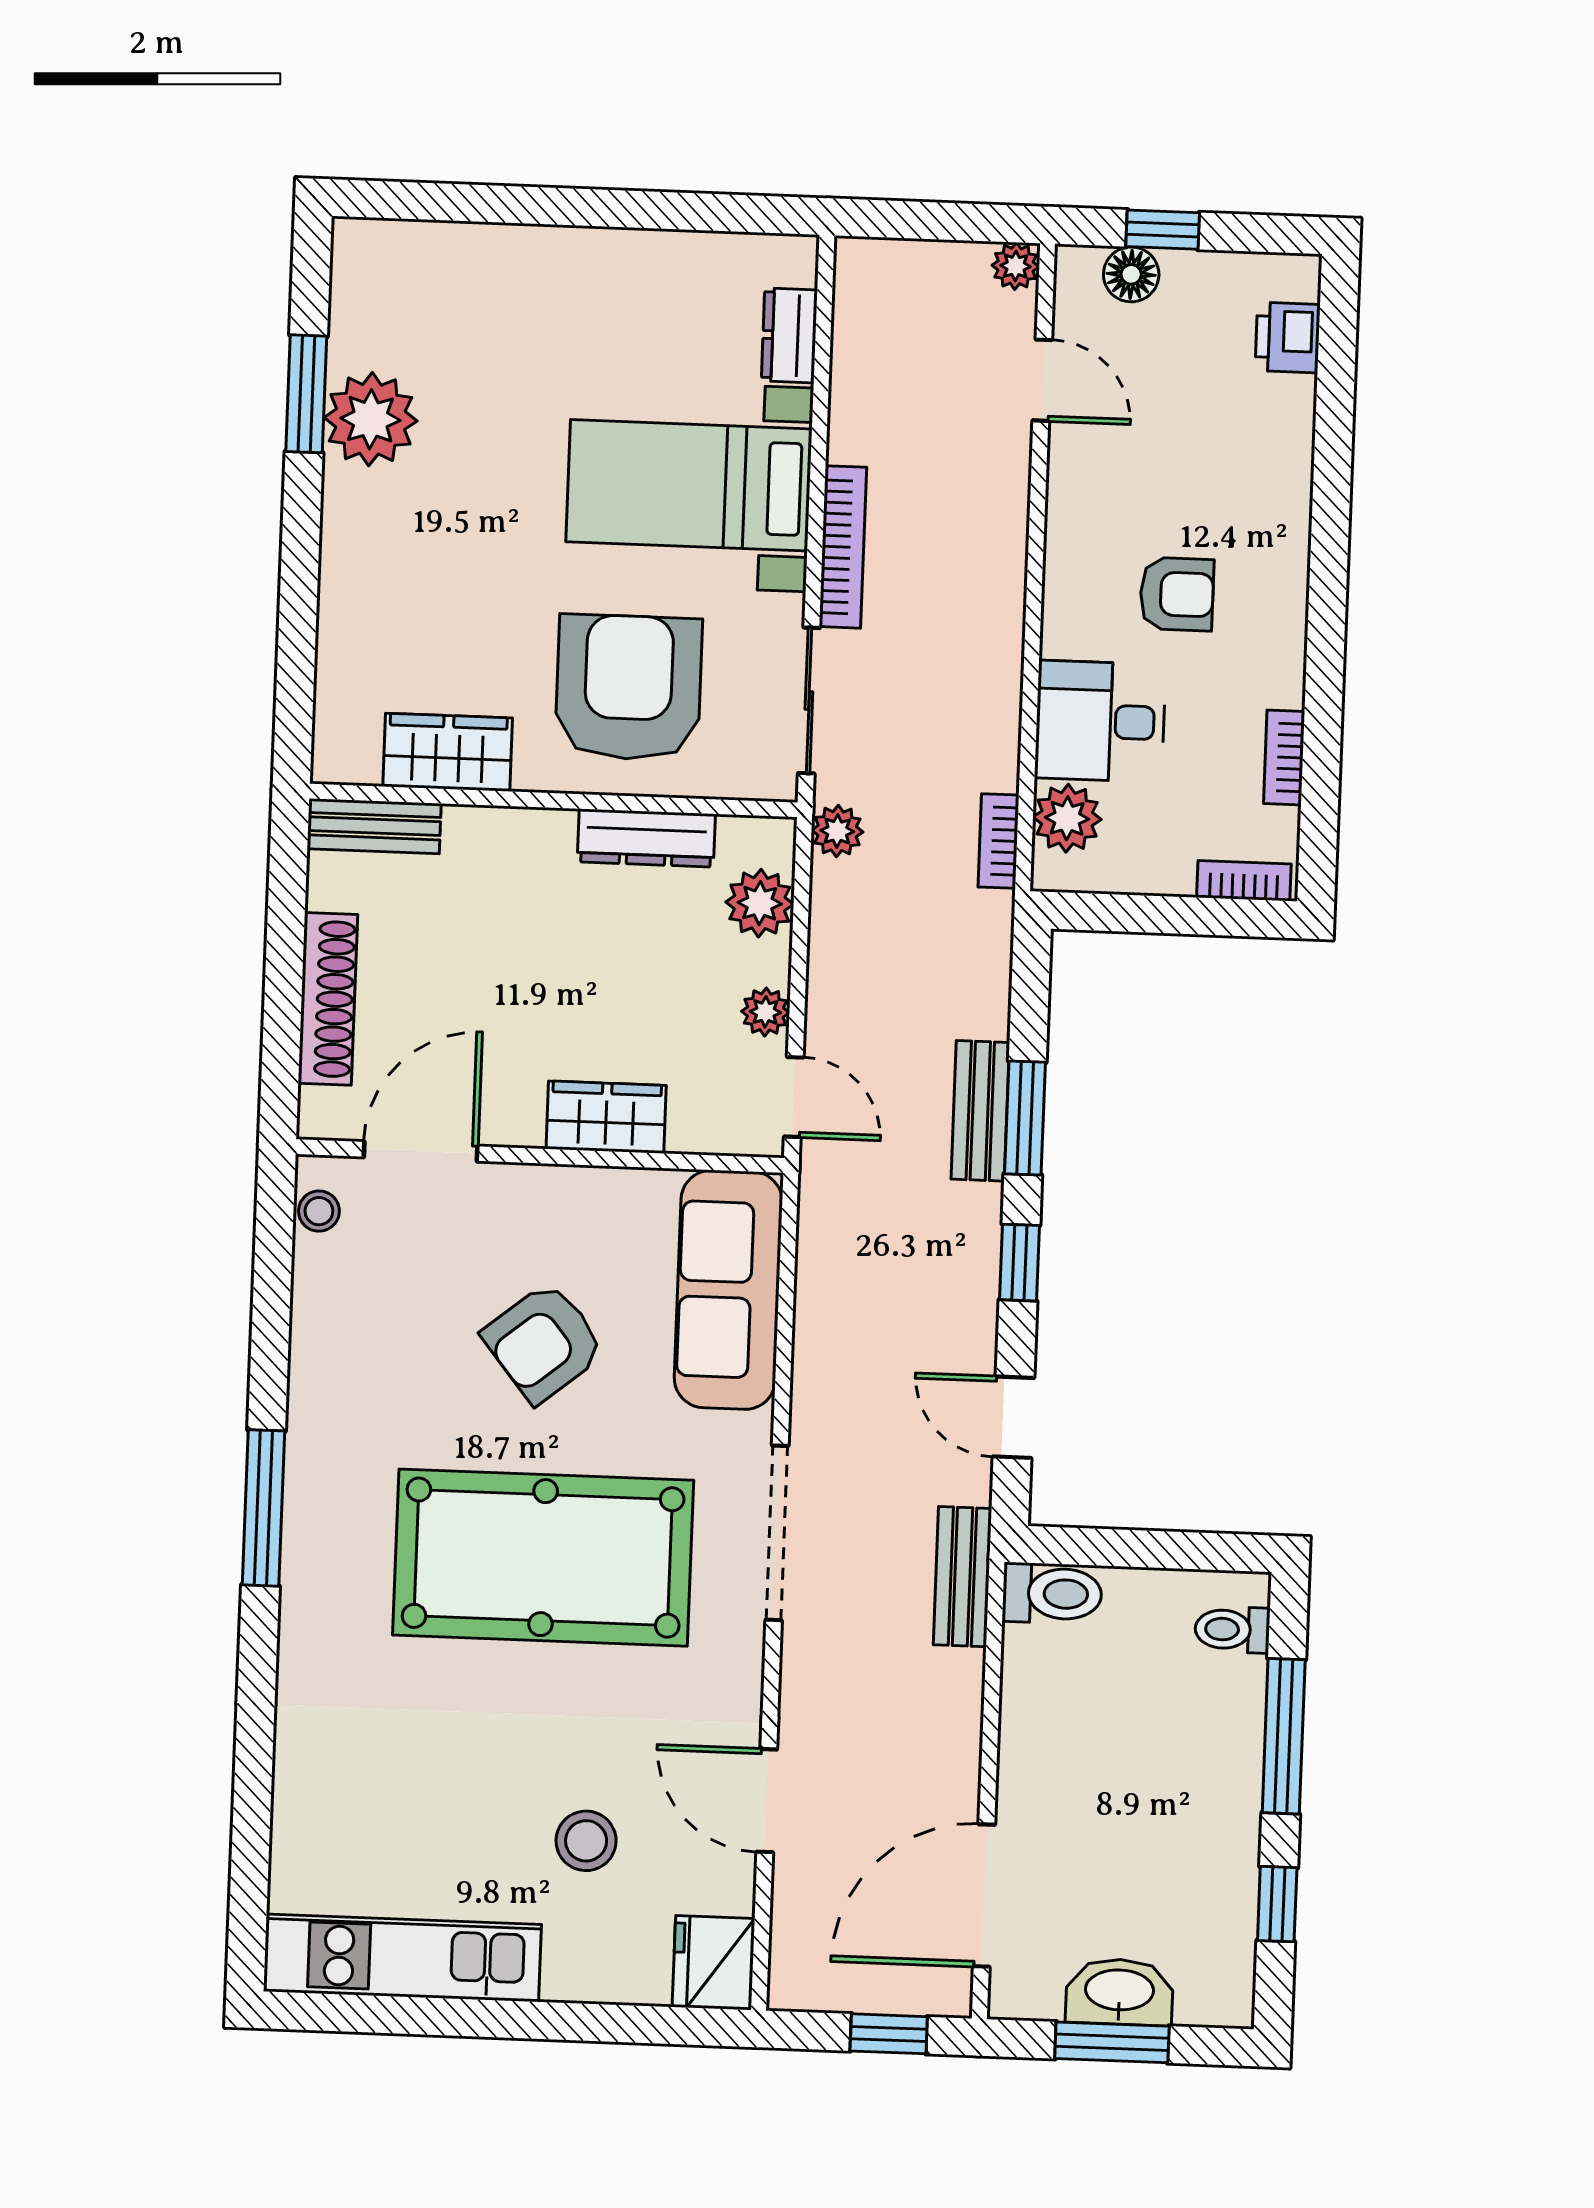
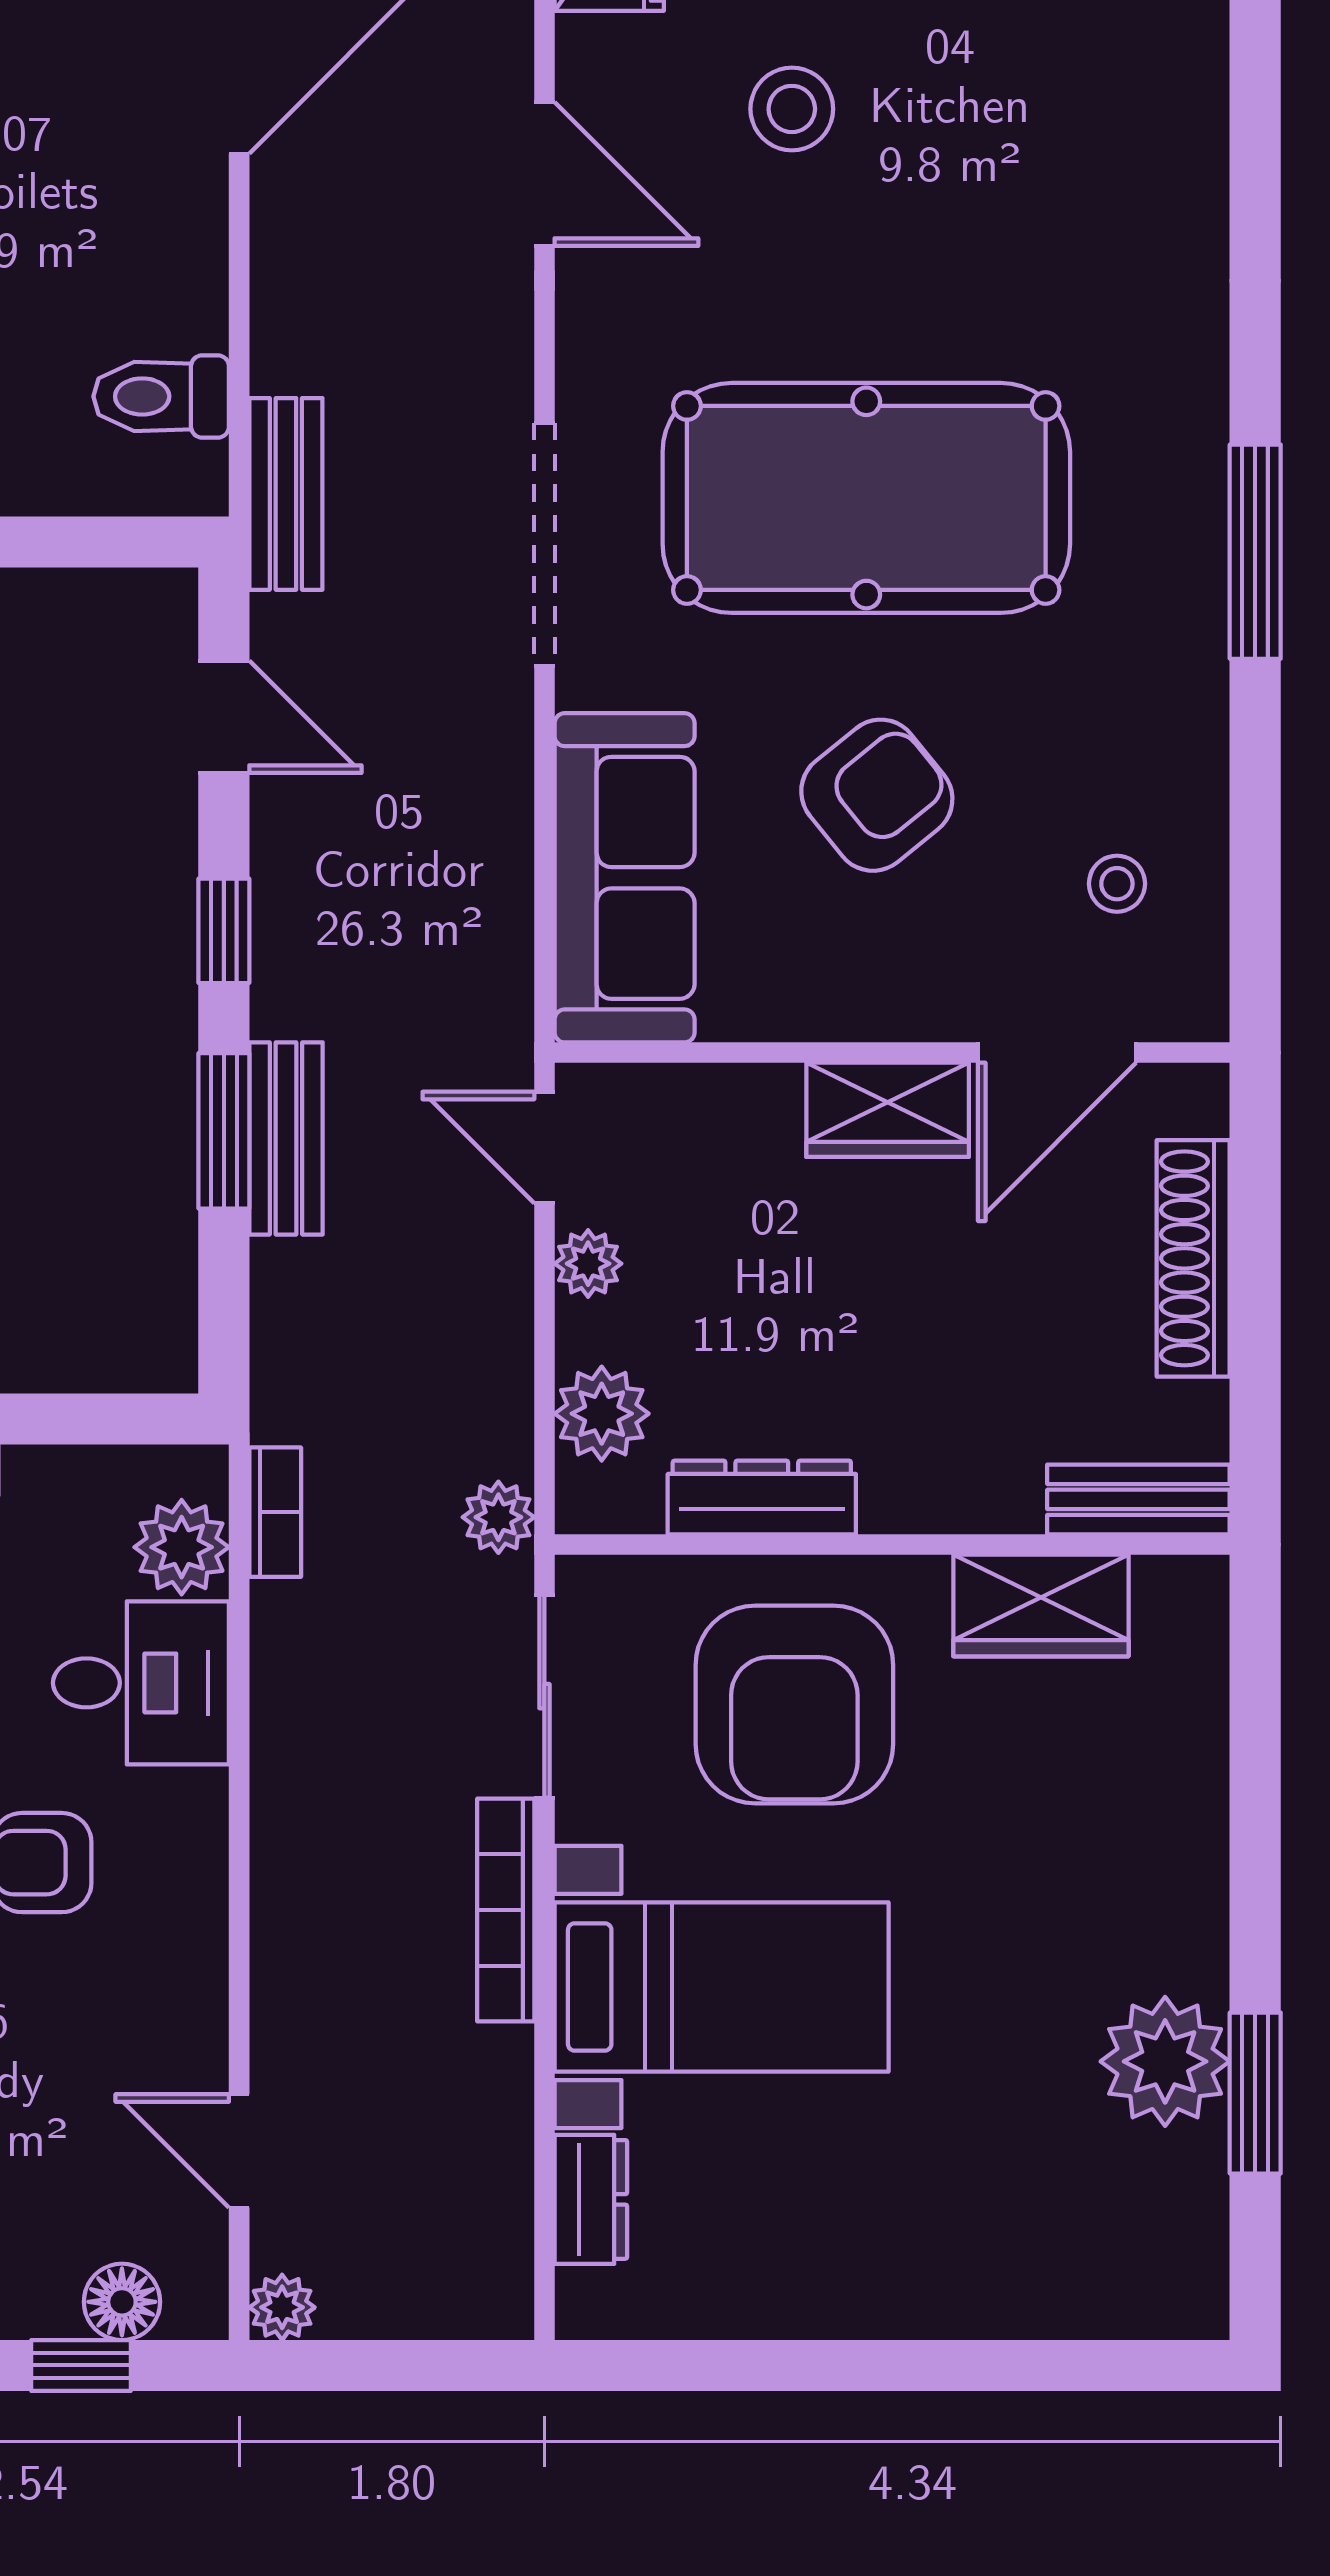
wardrobe: (606, 1117) -> (888, 1110), moved
stool: (319, 1211) -> (1117, 884), moved
toilet: (1052, 1594) -> (161, 396), moved

